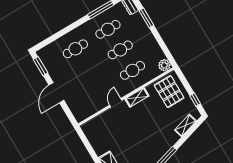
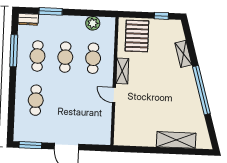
plant: (164, 65) -> (93, 23), moved
pallet: (169, 92) -> (137, 36), turned 90
shelving: (185, 125) -> (183, 54), moved

